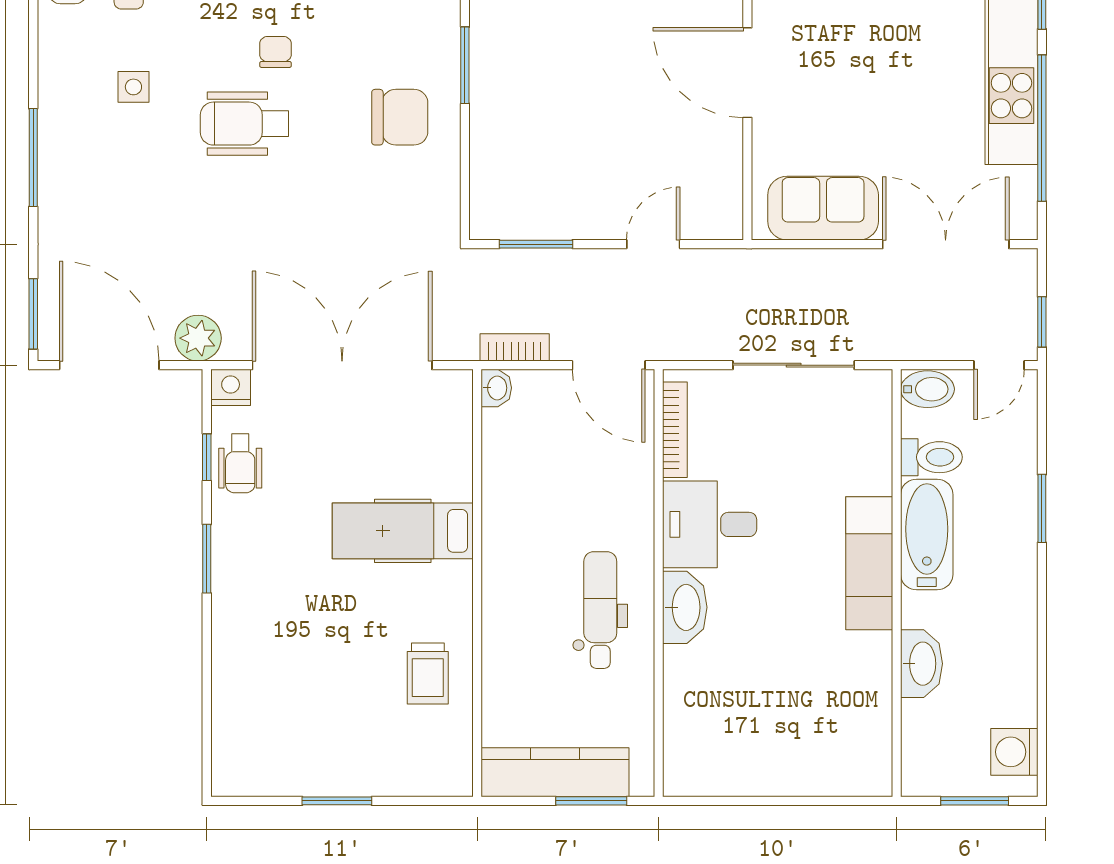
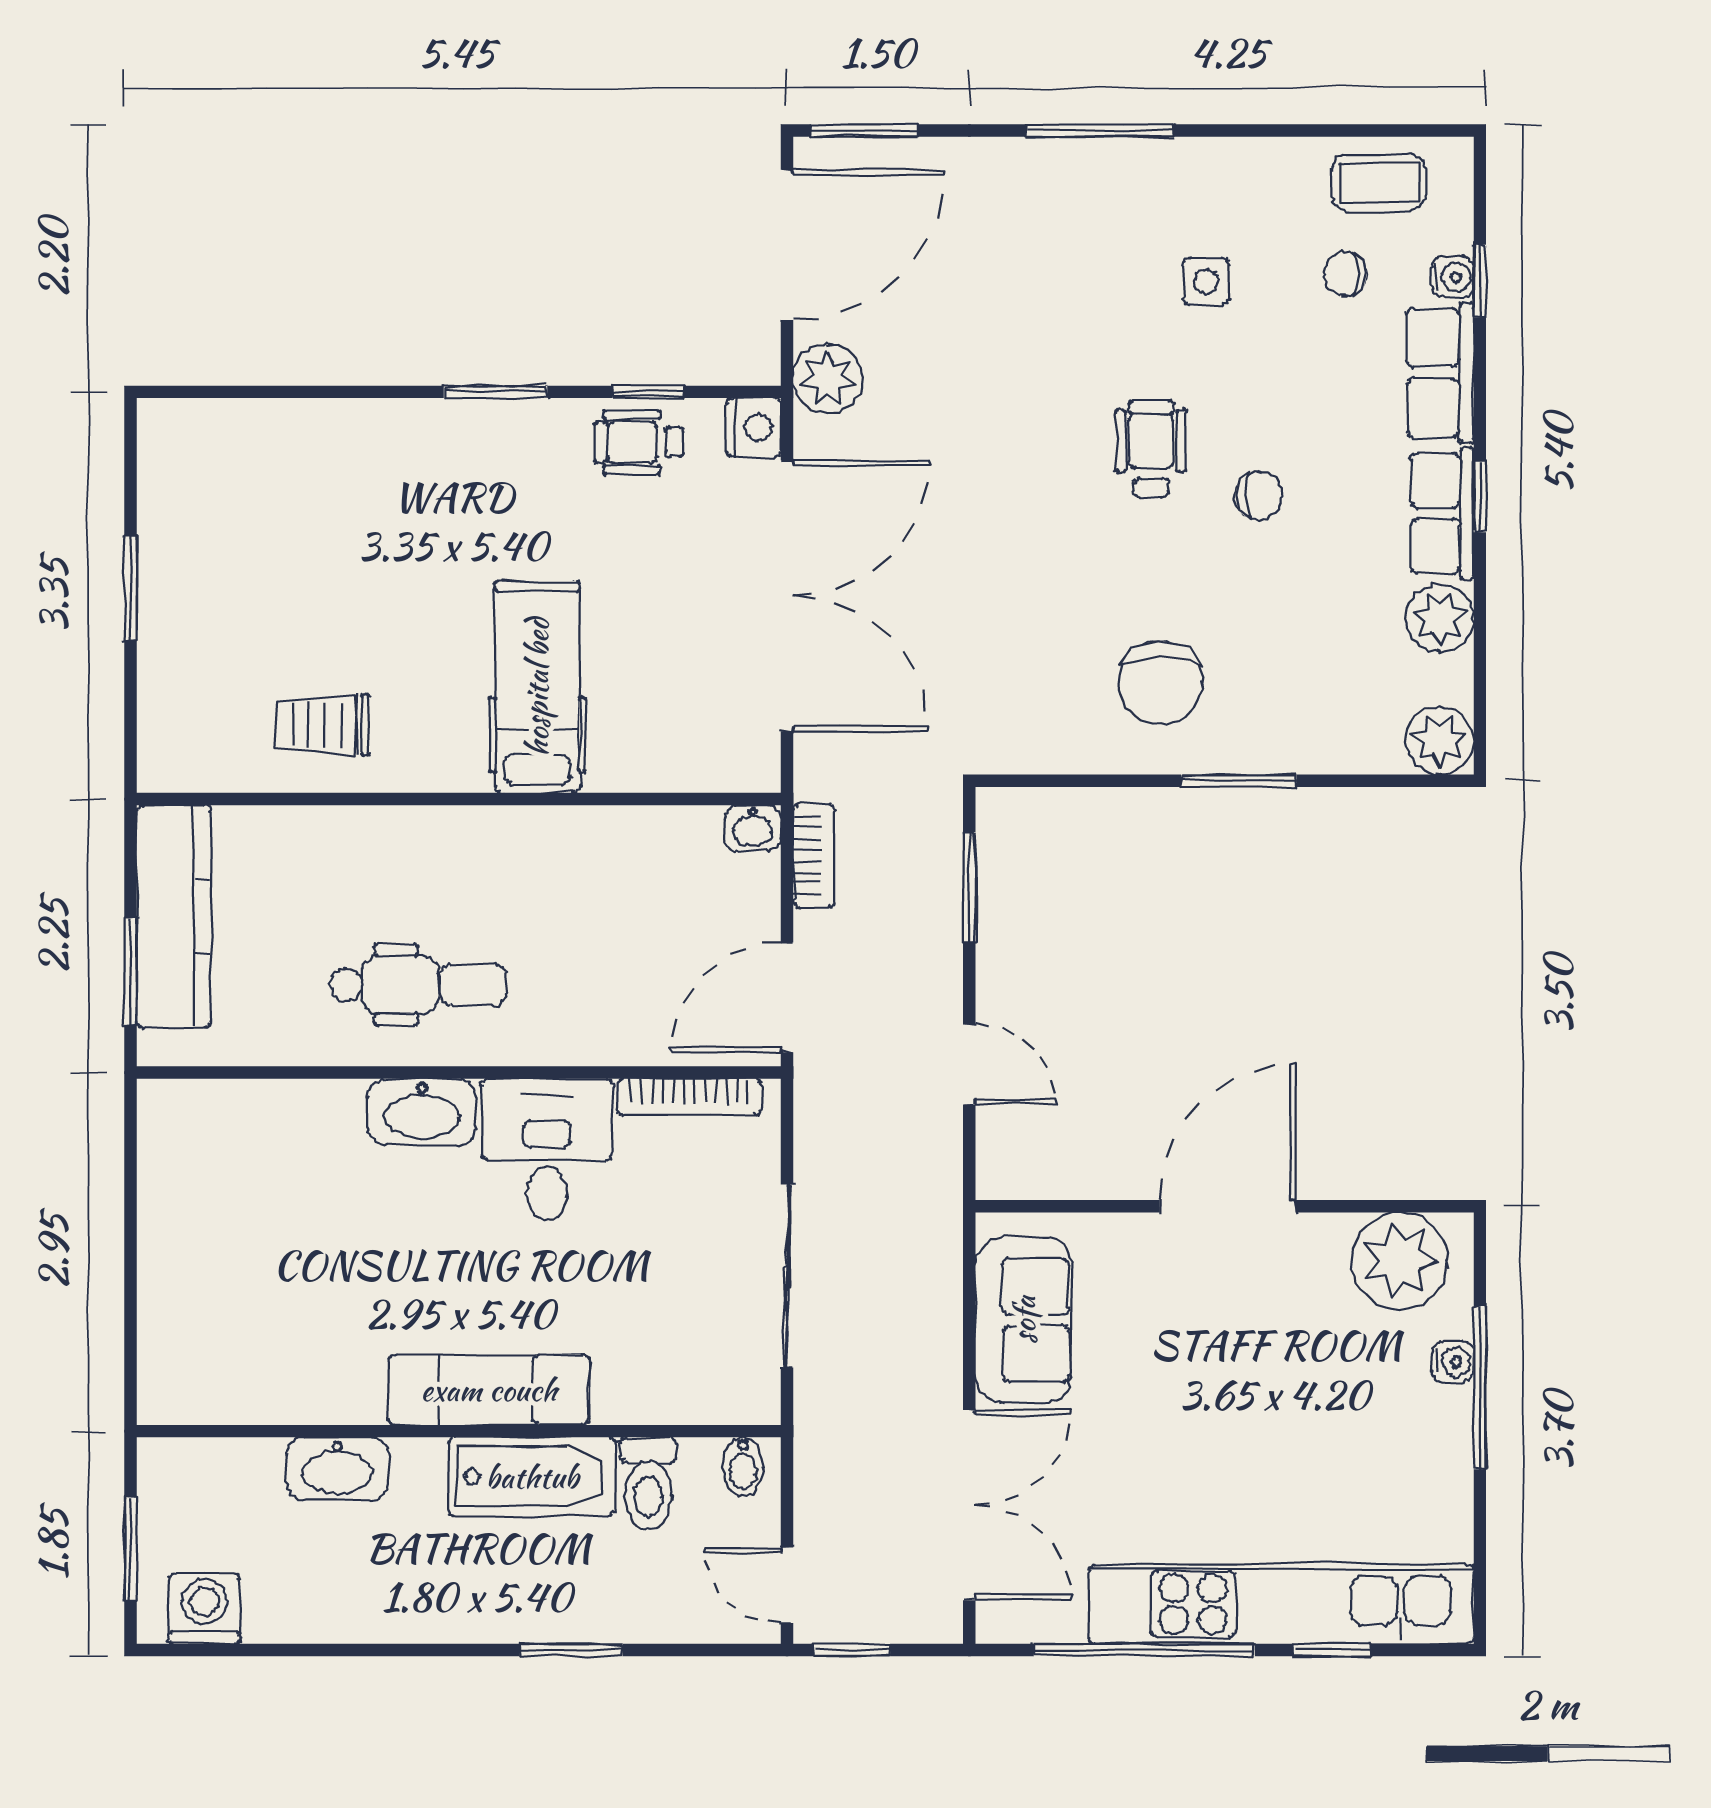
wheelchair: (245, 124) -> (1151, 449), width x0.73, depth x0.73
bidet: (927, 389) -> (743, 1467), width x0.72, depth x0.74

